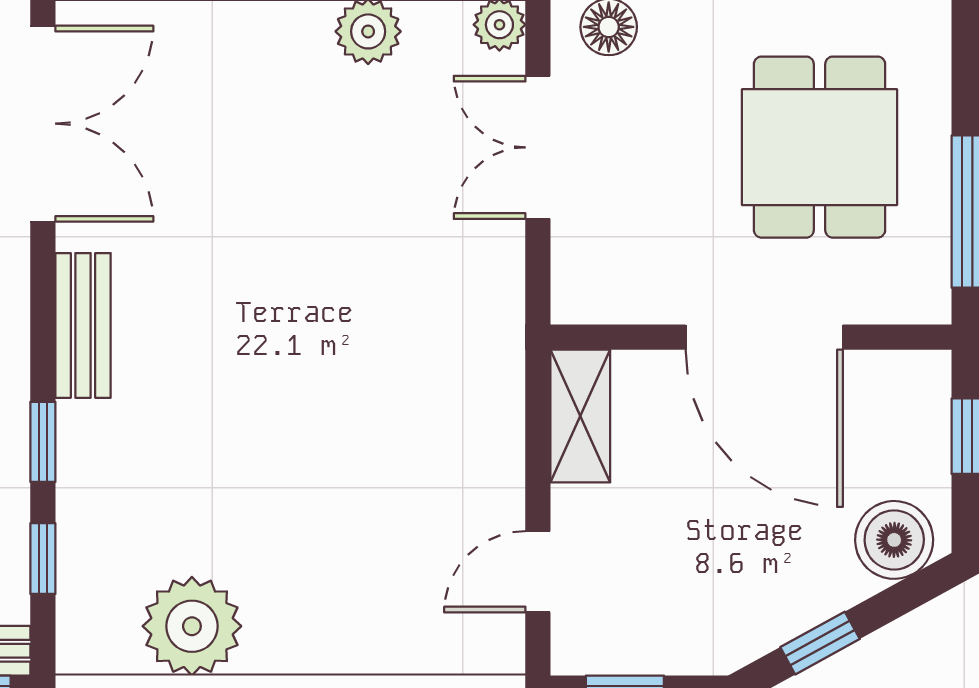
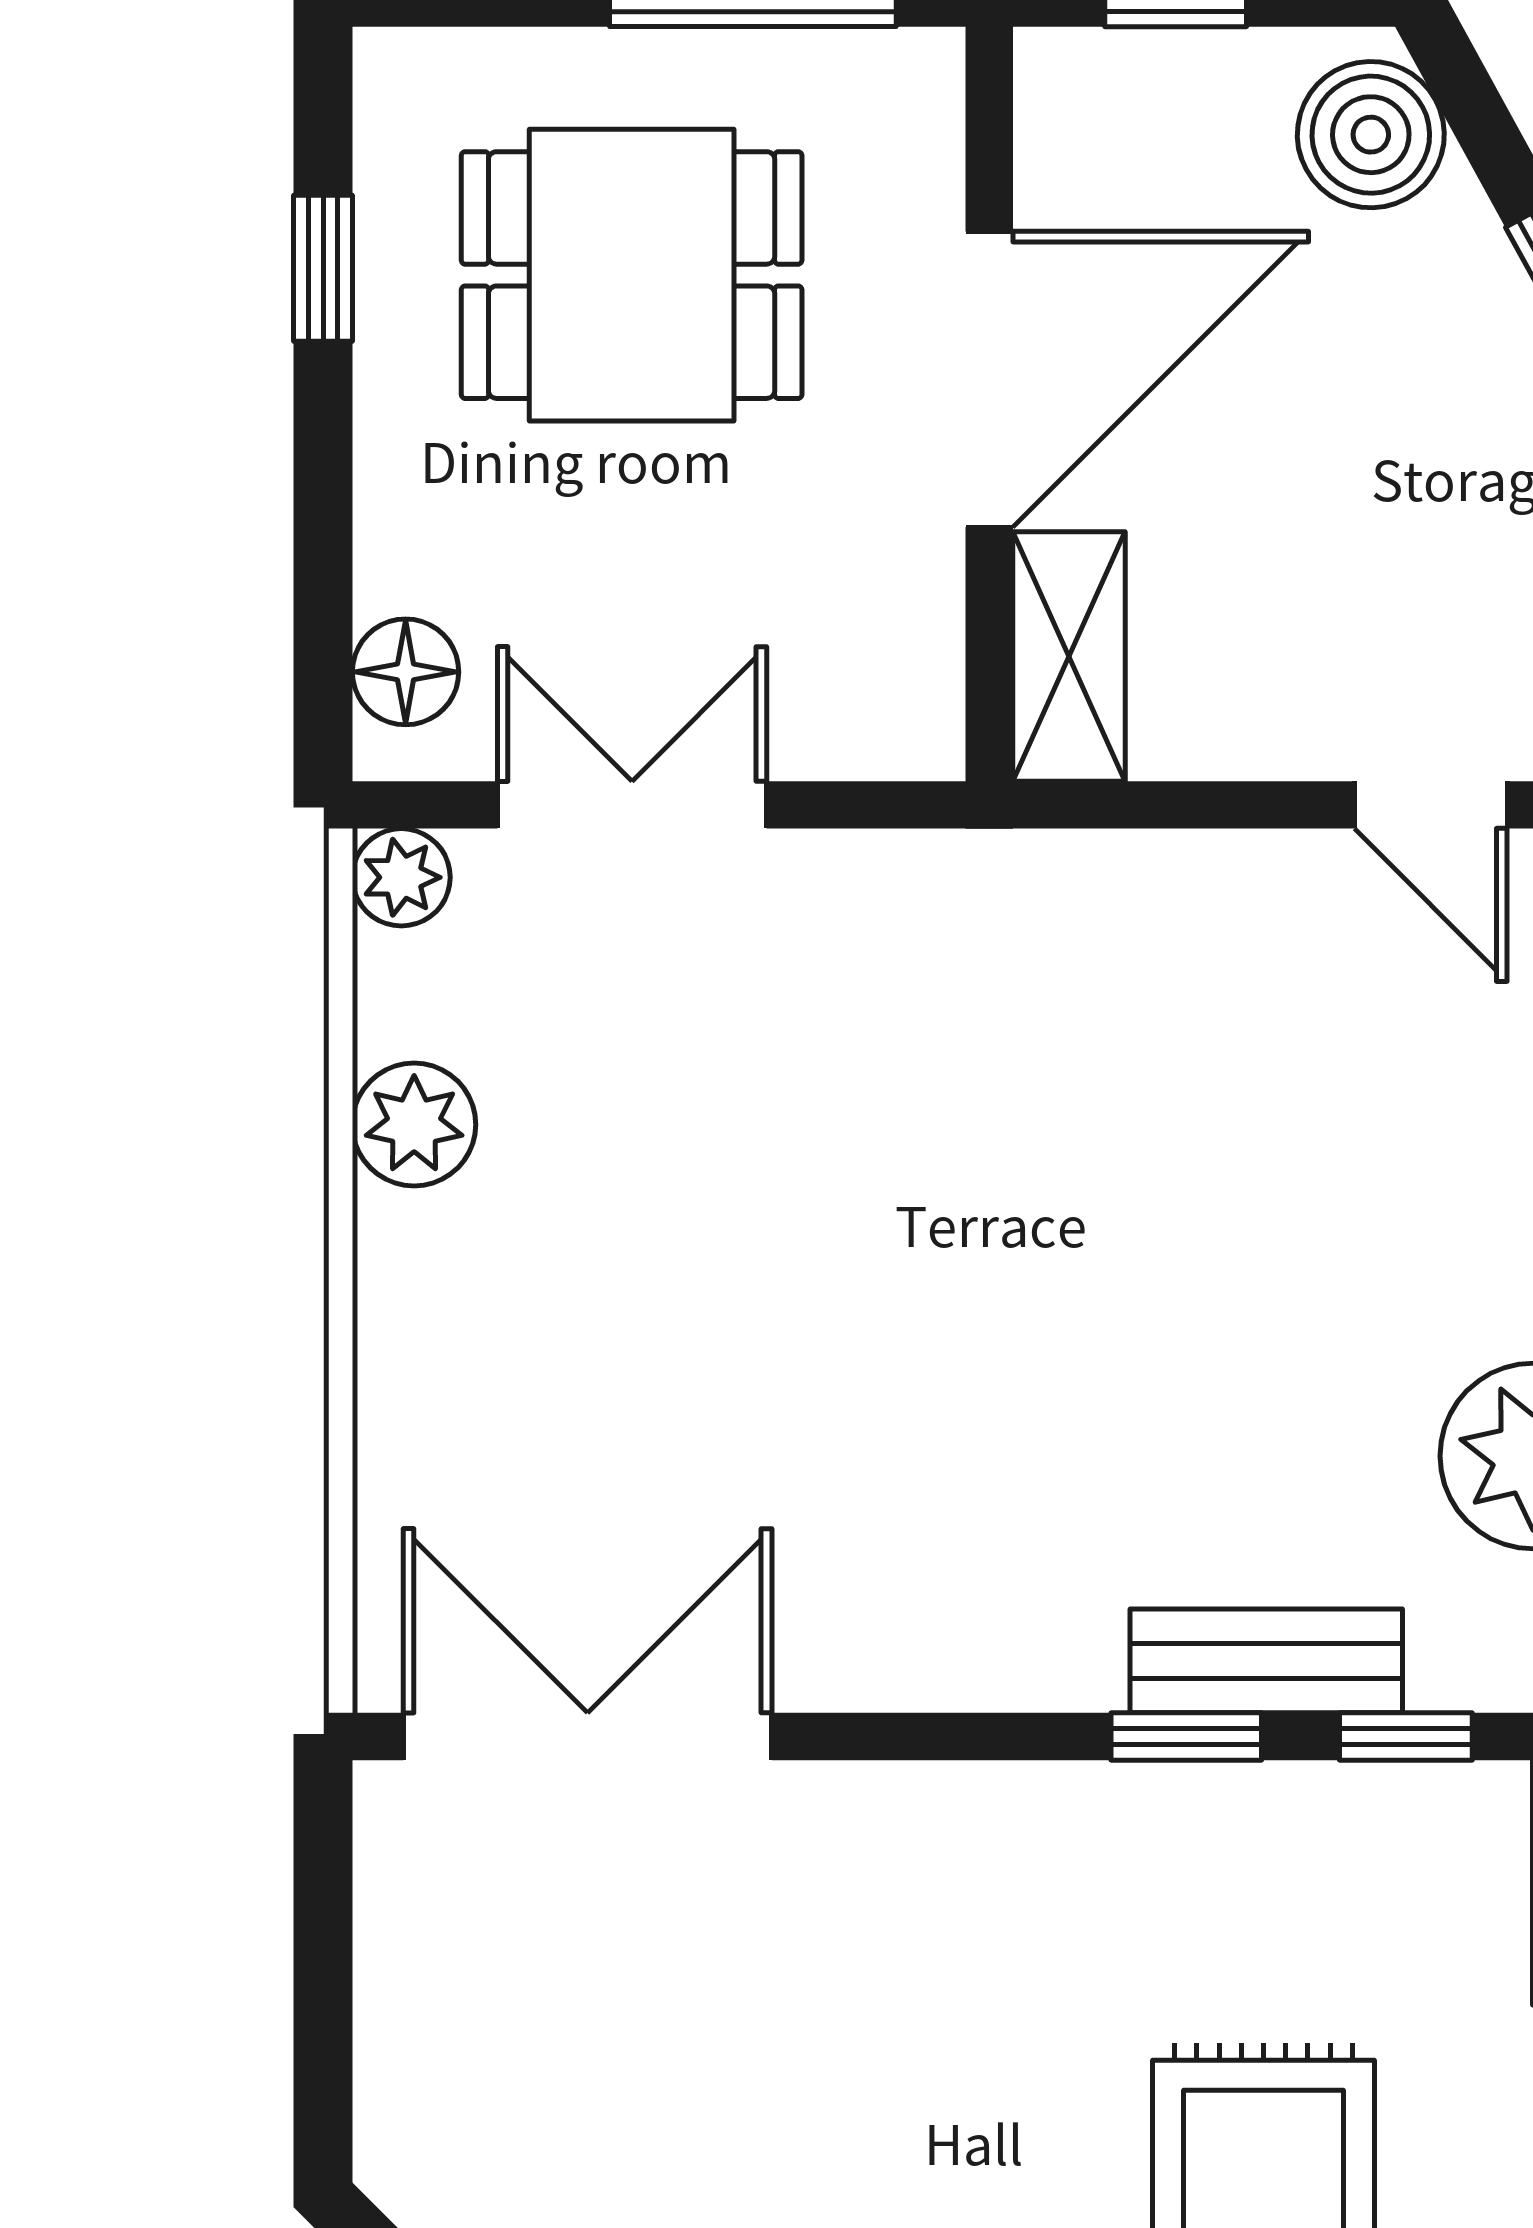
double door: (538, 147) -> (632, 805), swing flipped
bench: (83, 325) -> (1266, 1661), moved
shelving: (580, 416) -> (1069, 657), moved, turned 90

